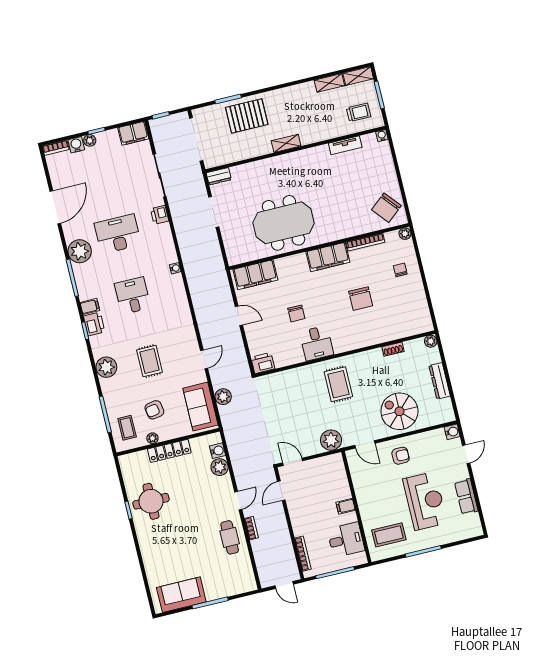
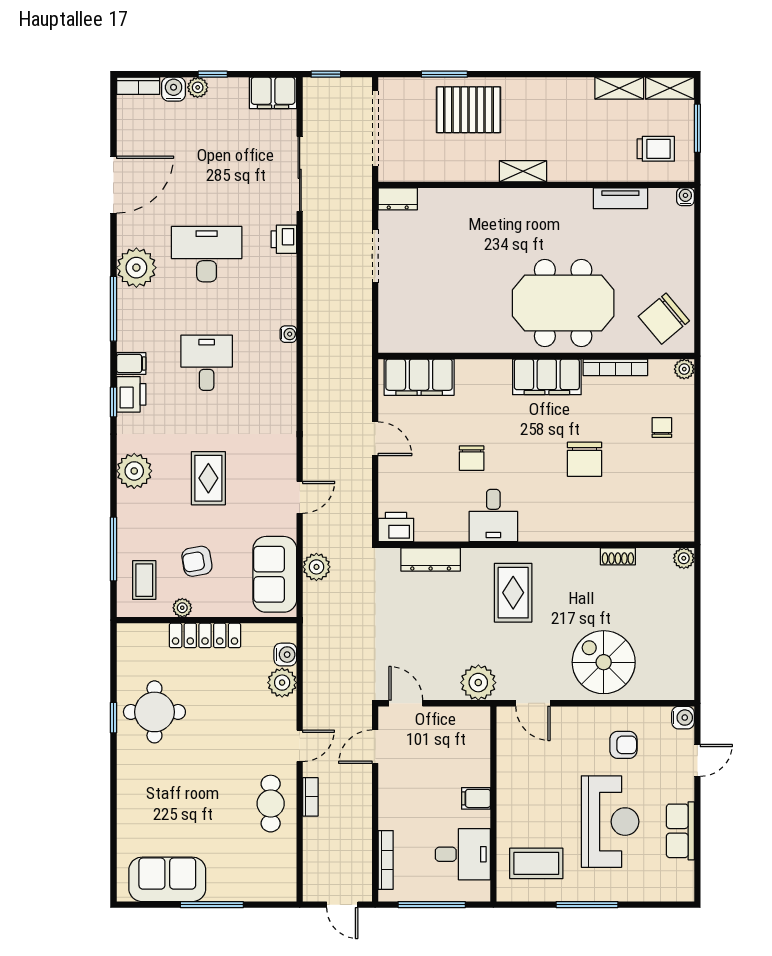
meeting table: (284, 223) -> (563, 303), moved
dresser: (440, 381) -> (431, 559), moved, turned -90
armchair: (401, 456) -> (623, 745), moved

